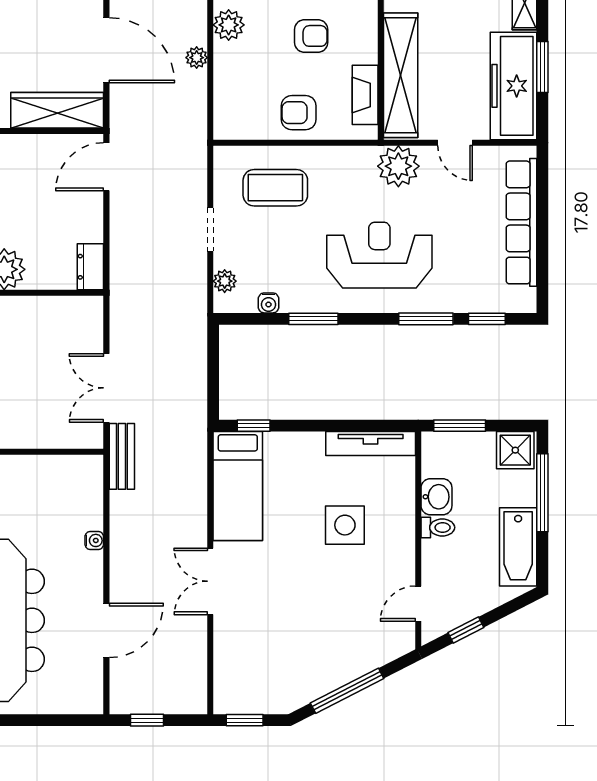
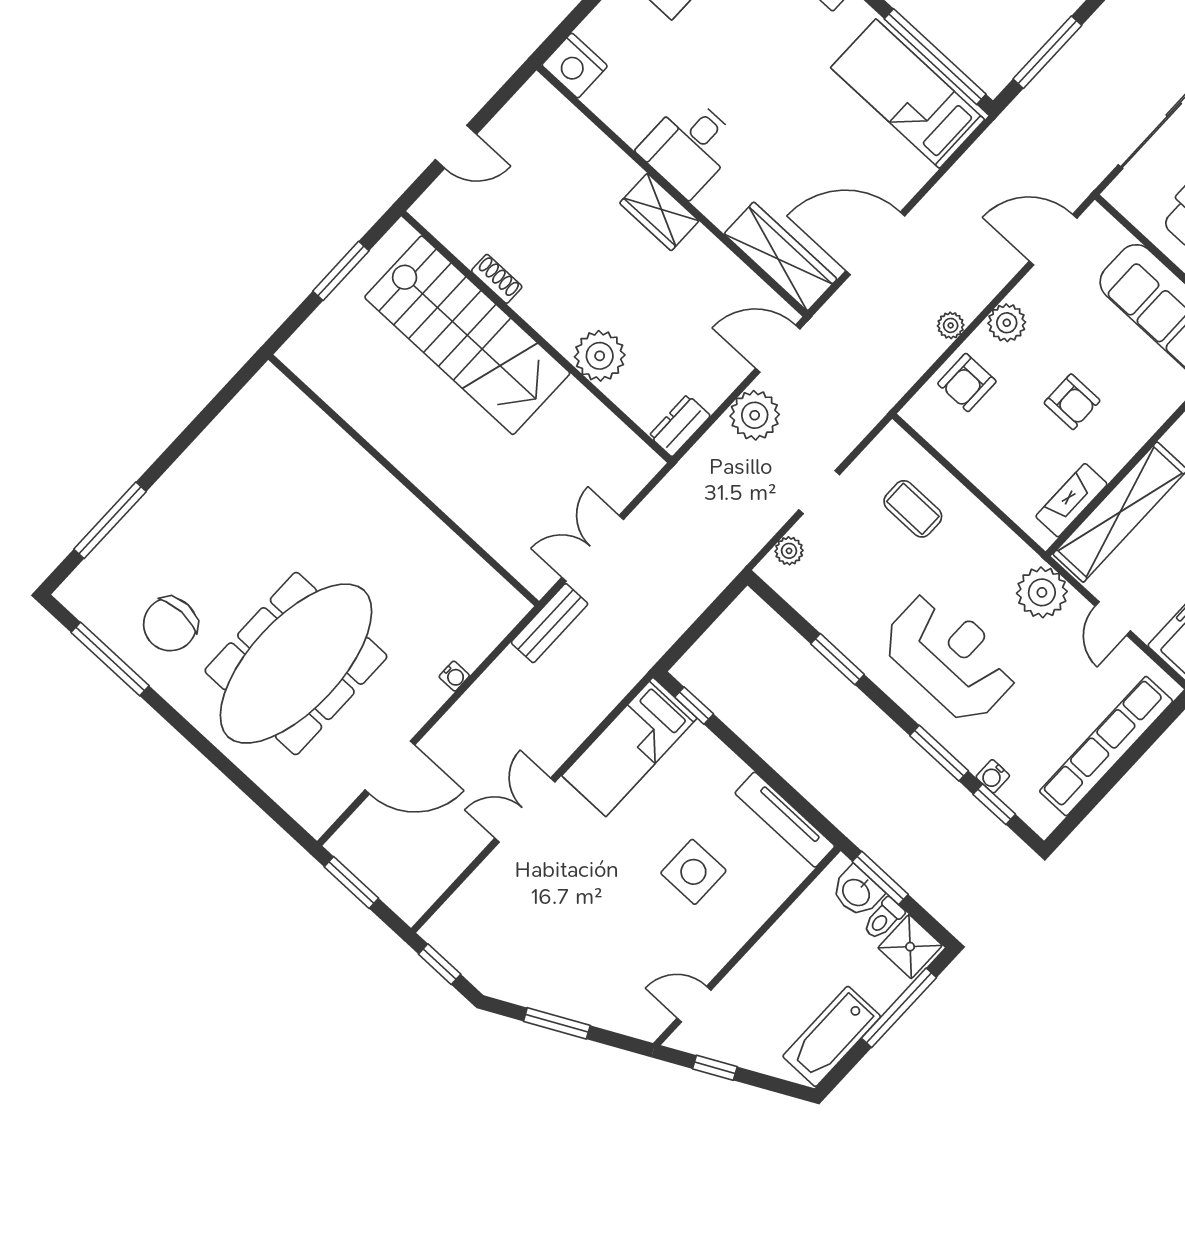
door: (106, 50) -> (875, 243), swing flipped
armchair: (299, 113) -> (967, 383), moved, turned -90
coffee table: (275, 188) -> (913, 509), width x0.73, depth x0.77
plant: (129, 219) -> (755, 415), added
water cooler: (268, 303) -> (993, 776), moved
washbasin: (436, 497) -> (857, 892), moved, turned 90
toilet: (438, 527) -> (883, 919), moved, turned 90
window: (347, 691) -> (557, 1023), width x0.69
window: (147, 720) -> (351, 882), width x1.50

